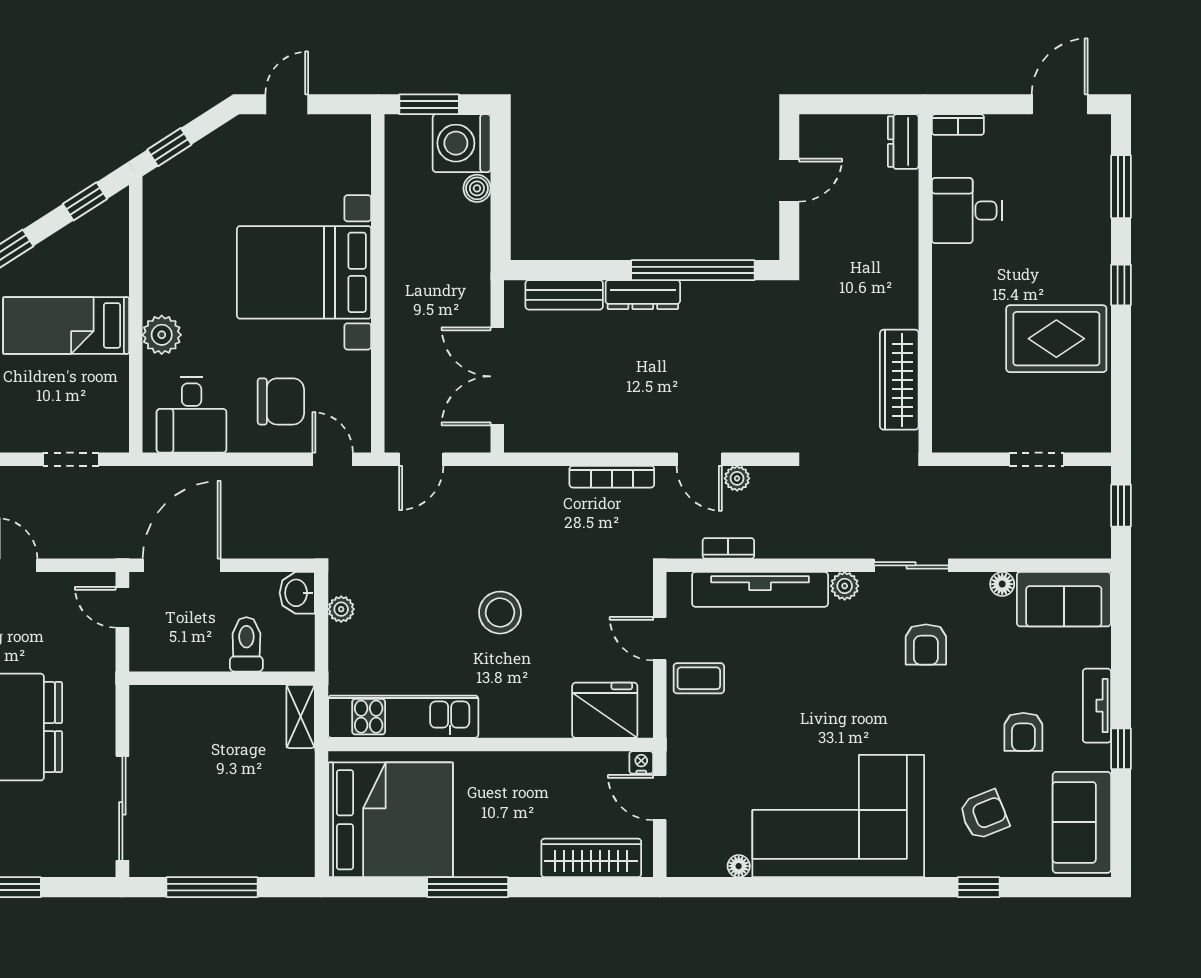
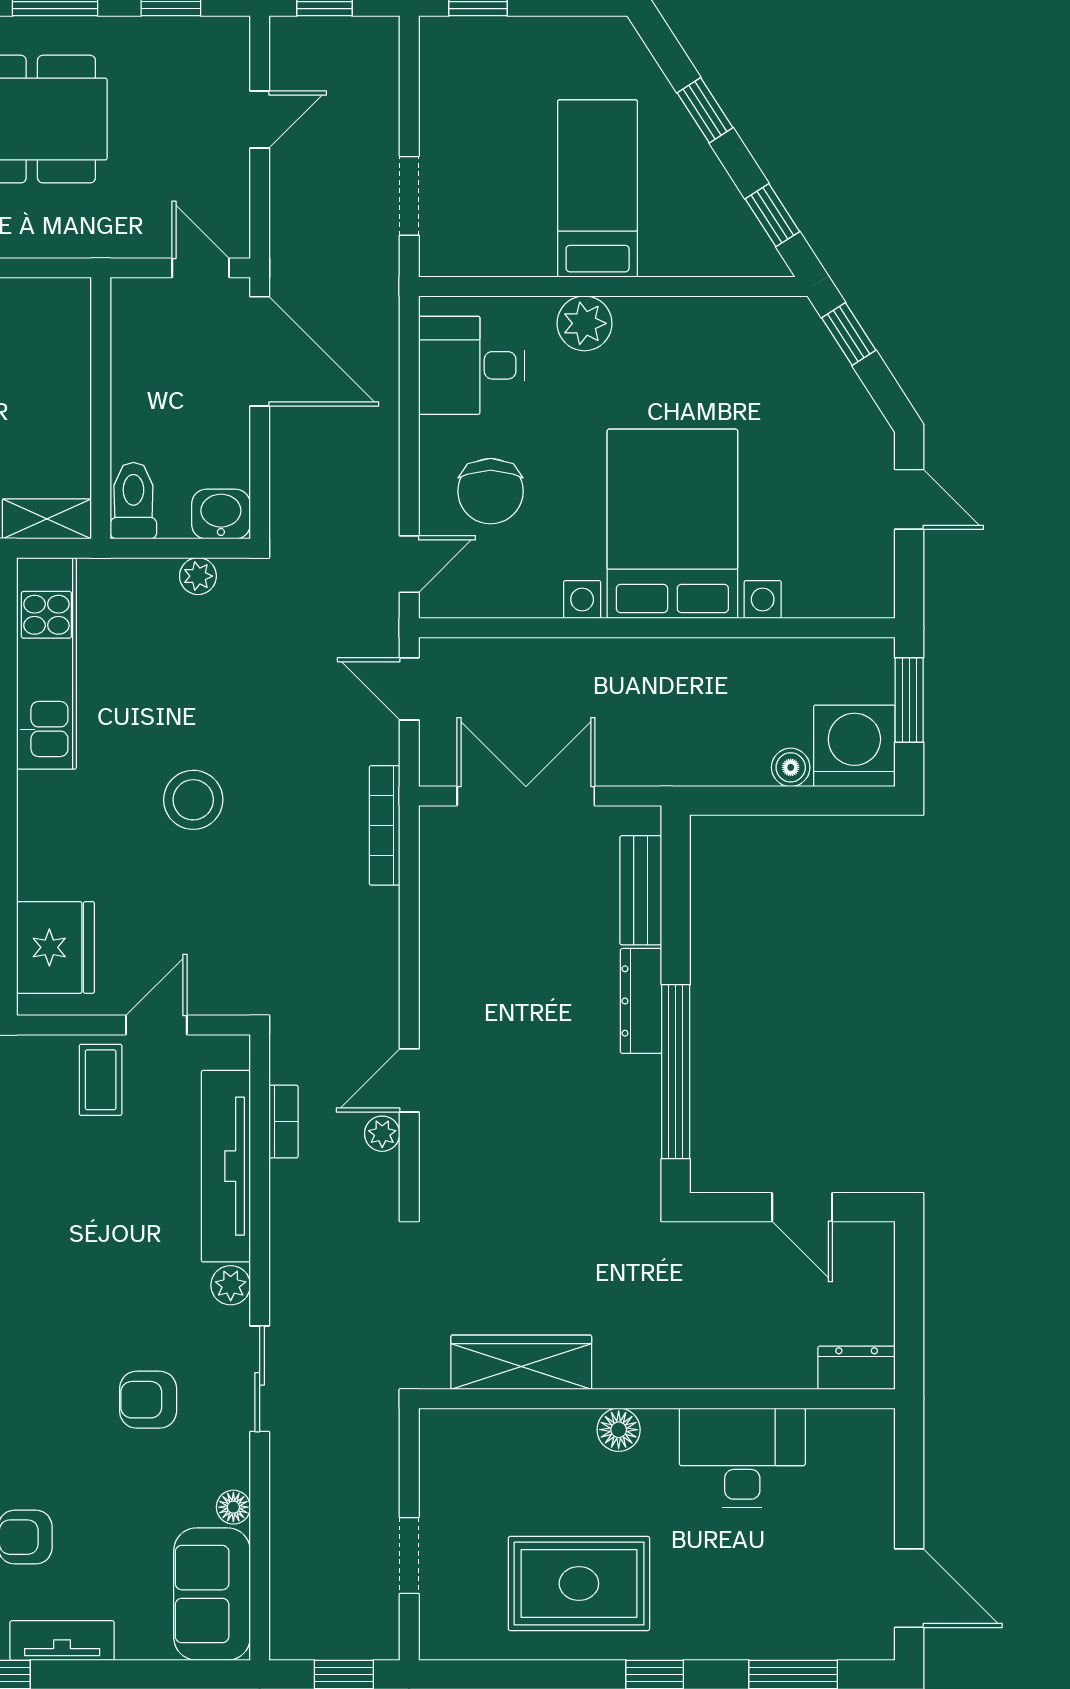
bookcase: (958, 125) -> (881, 1445), removed
desk: (967, 211) -> (742, 1458), width x1.37
floor lamp: (947, 311) -> (619, 1430), added
rug: (1056, 339) -> (579, 1583), turned 90
bookcase: (612, 477) -> (385, 825), moved
door: (122, 607) -> (201, 268), hinge flipped
toilet: (246, 644) -> (133, 501), moved, turned -90

